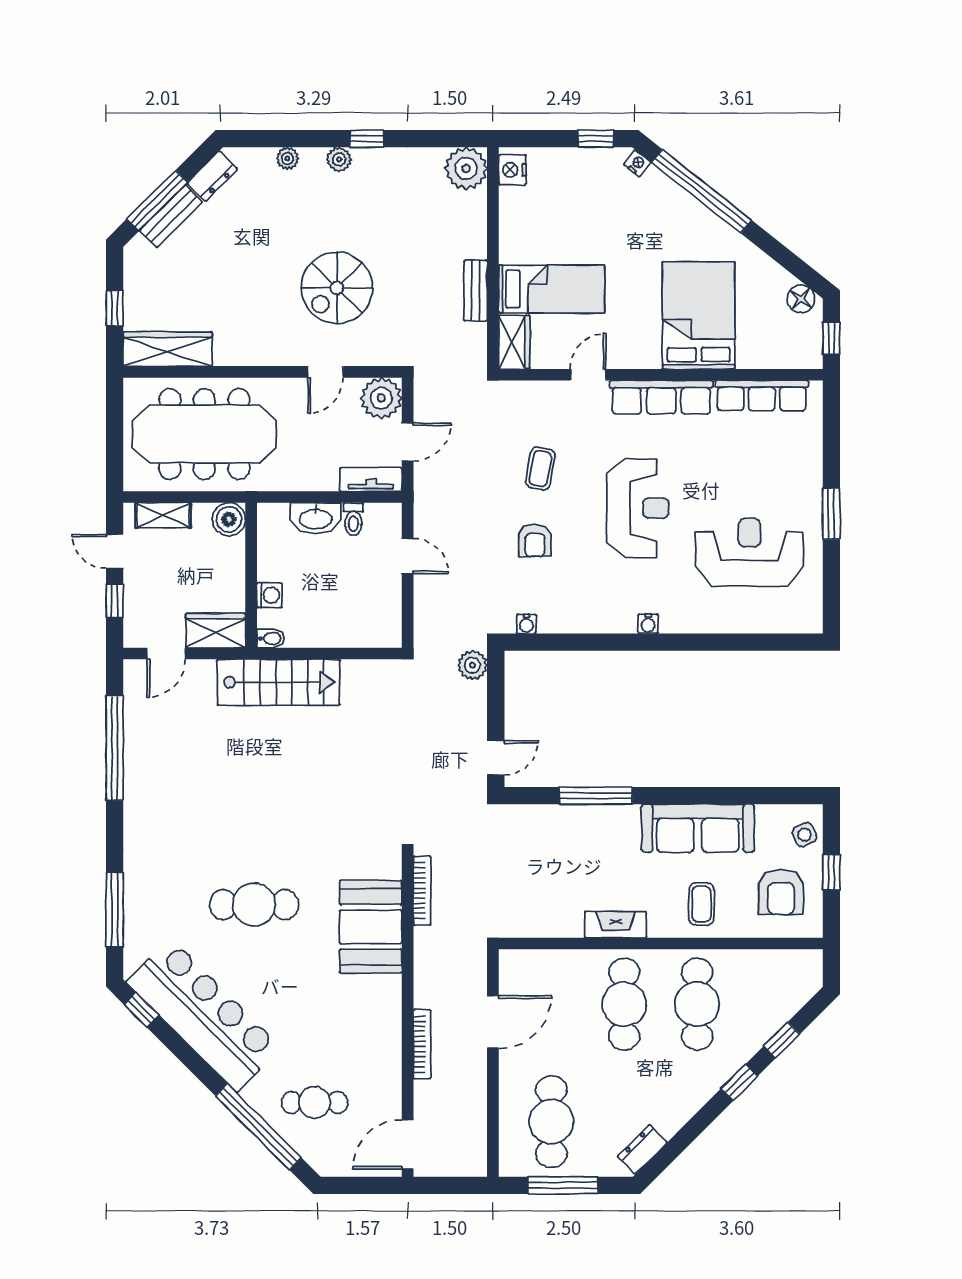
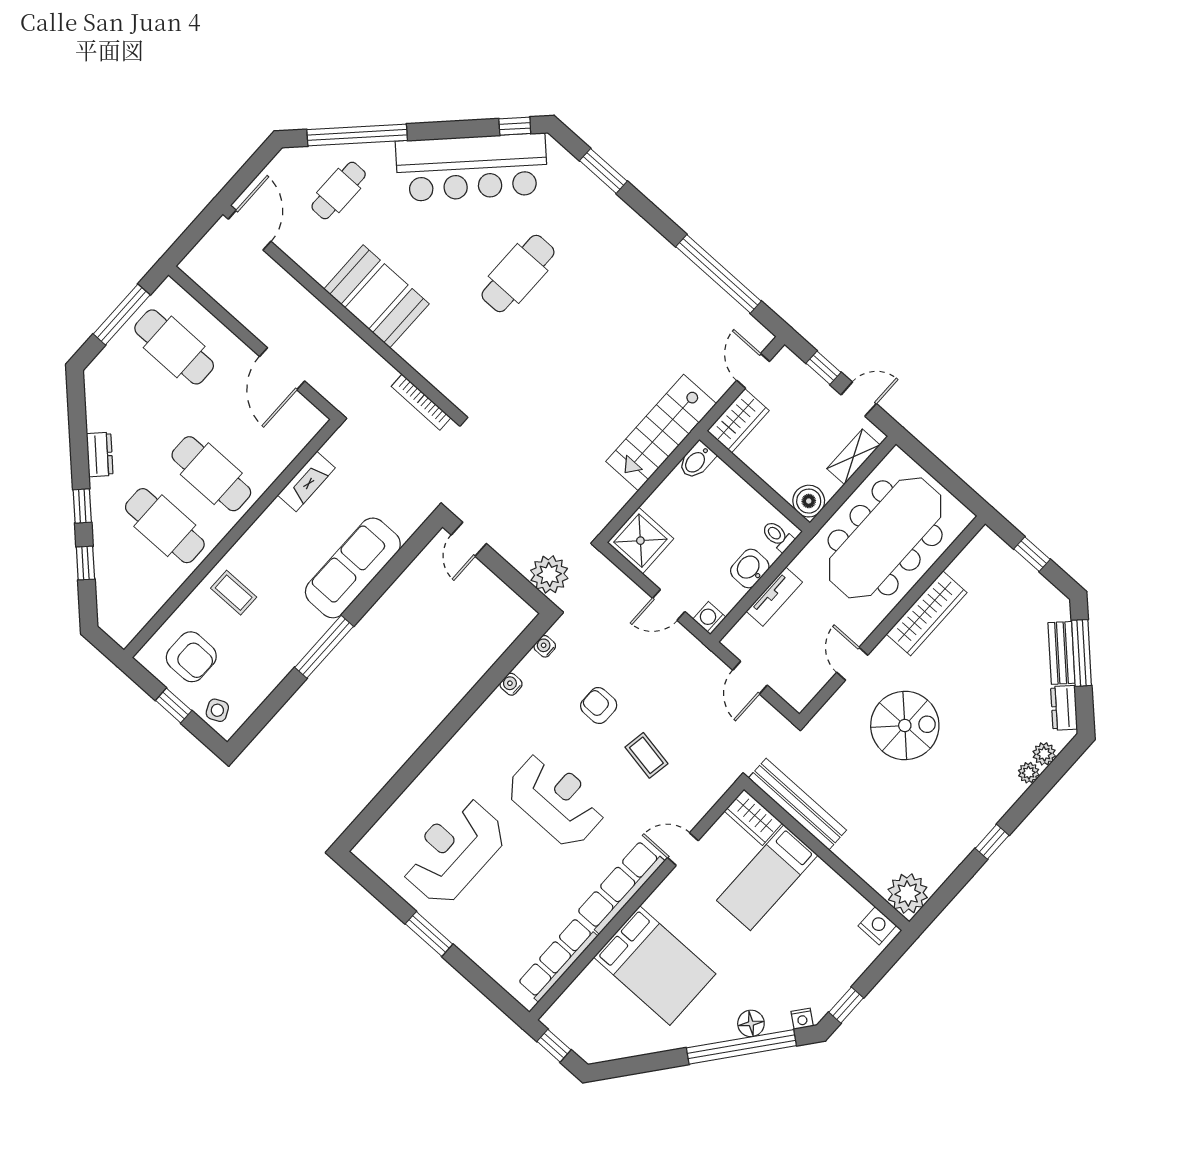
plant: (339, 159) -> (1044, 754), moved
spiral stairs: (337, 288) -> (905, 726), turned 90
bench: (476, 291) -> (797, 804), width x1.86, depth x1.21
floor lamp: (801, 299) -> (751, 1023), moved
wardrobe: (168, 349) -> (927, 613), moved
door: (588, 375) -> (683, 849), swing flipped
plant: (381, 398) -> (798, 687), removed
tv unit: (371, 479) -> (774, 597), moved
reception desk: (638, 508) -> (556, 799), turned 180
washbasin: (316, 518) -> (750, 568), width x0.72
toilet: (353, 519) -> (778, 536), moved
reception desk: (750, 552) -> (454, 851), turned 180
washing machine: (269, 595) -> (709, 618), moved, turned 90
shower: (377, 623) -> (640, 541), added
water cooler: (648, 624) -> (511, 684), moved
bidet: (270, 639) -> (697, 460), width x1.38, depth x1.36
plant: (472, 665) -> (549, 574), width x1.36, depth x1.36
window: (596, 796) -> (324, 647), moved
sofa: (698, 828) -> (353, 568), moved
armchair: (781, 892) -> (191, 657), turned 180
window: (115, 910) -> (603, 171), width x0.69
fireplace: (616, 925) -> (306, 481), moved
booth: (371, 927) -> (376, 296), moved
bookcase: (422, 1044) -> (312, 304), removed
dresser: (642, 1149) -> (100, 454), moved

